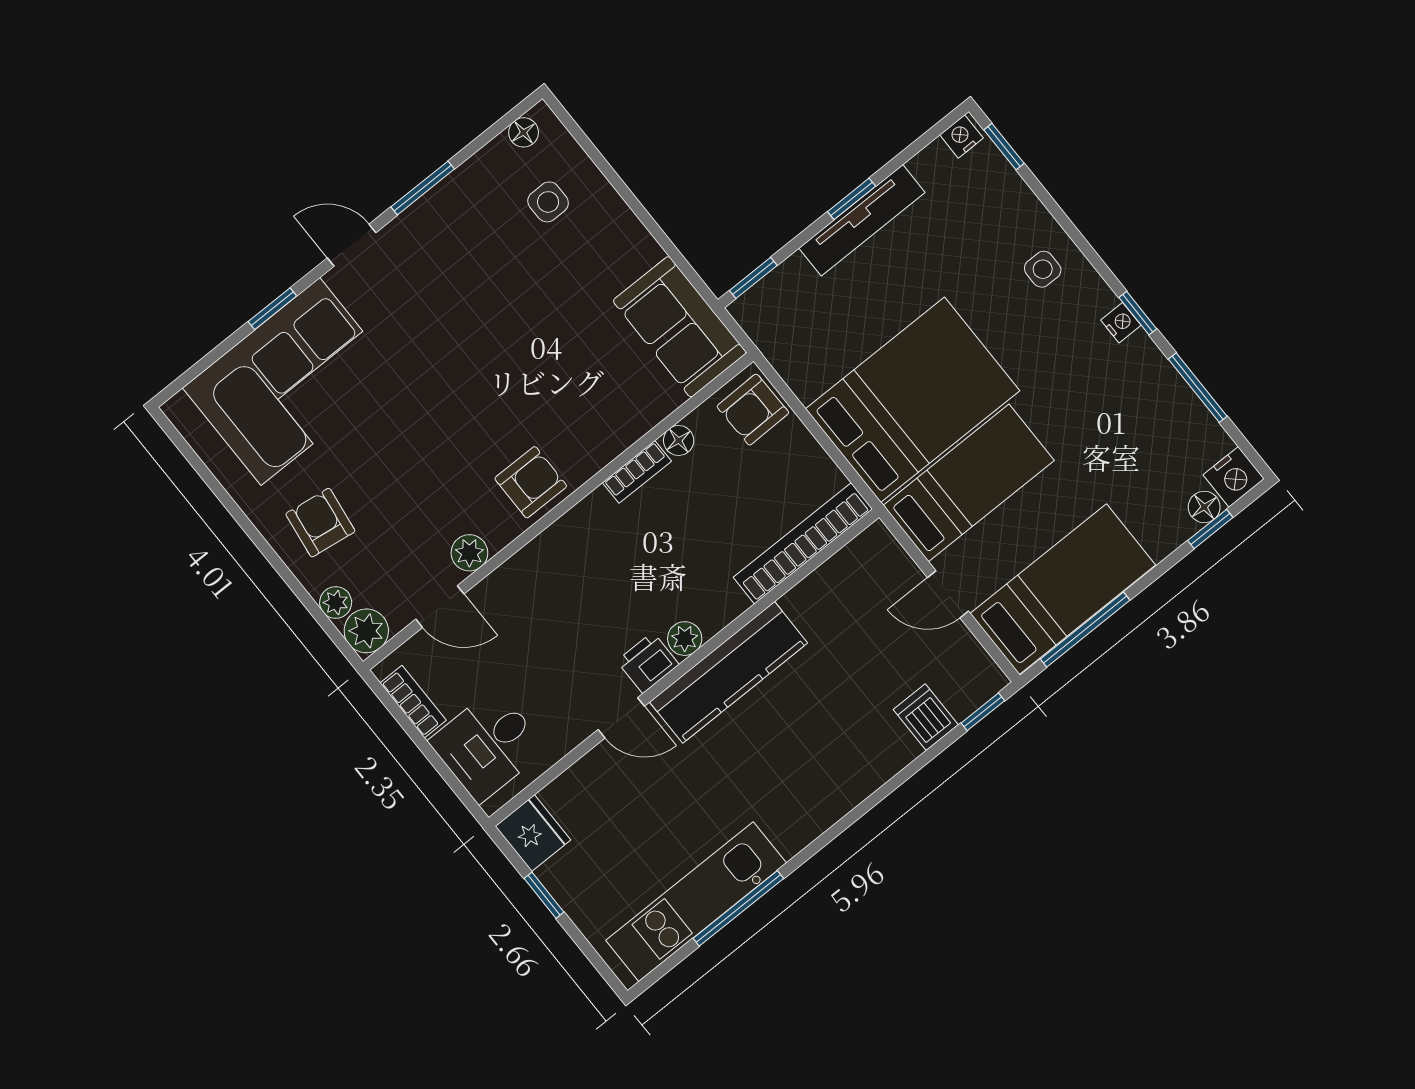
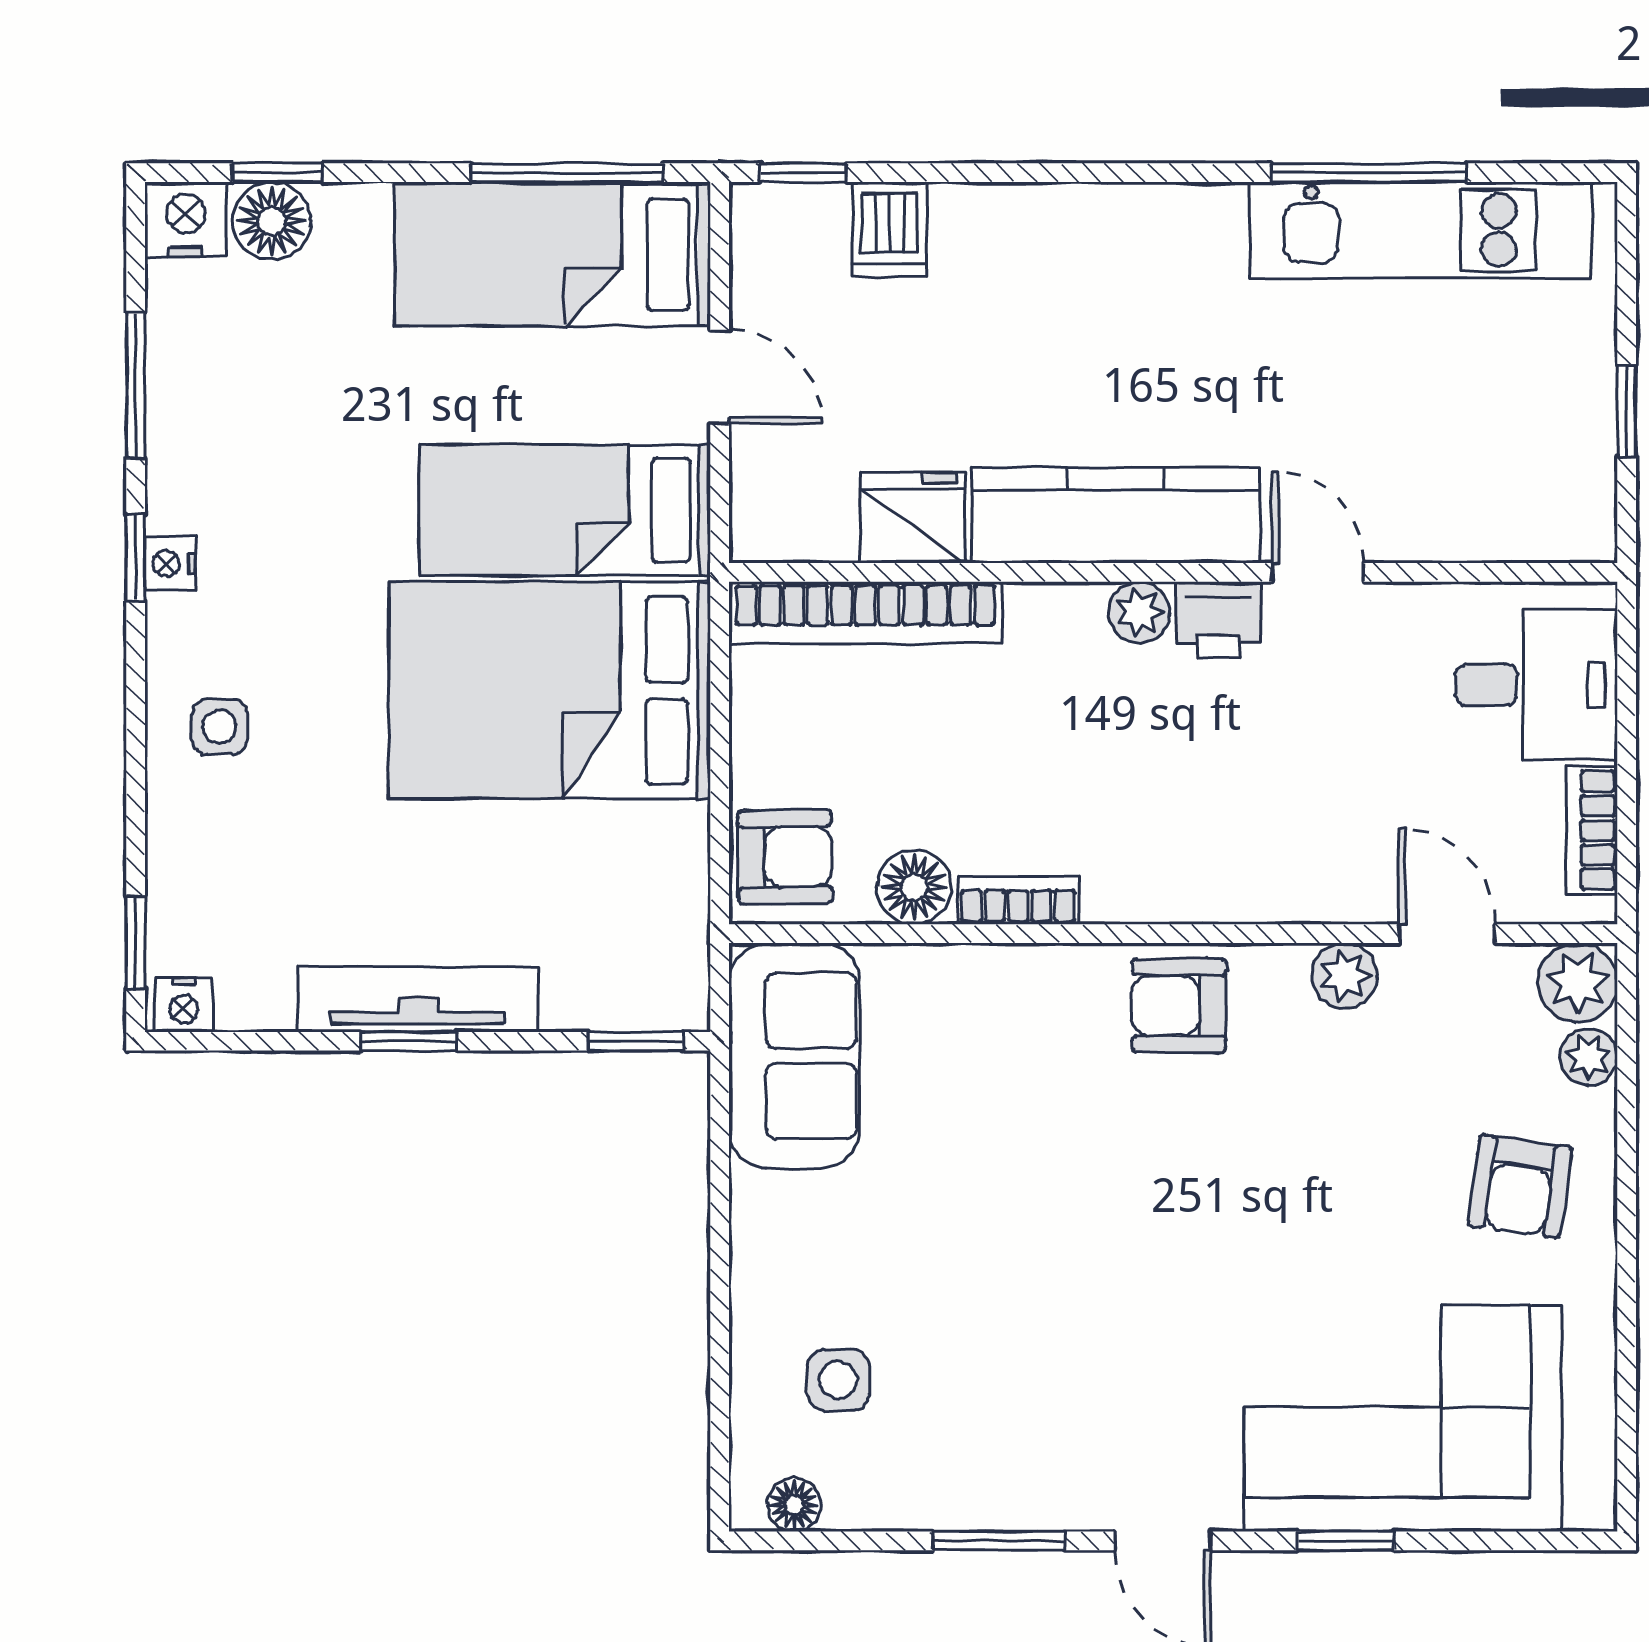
floor lamp: (679, 440) -> (914, 887), width x1.37, depth x1.37
floor lamp: (1204, 507) -> (272, 221), width x1.37, depth x1.37
fridge: (533, 833) -> (913, 518), moved, turned 90

